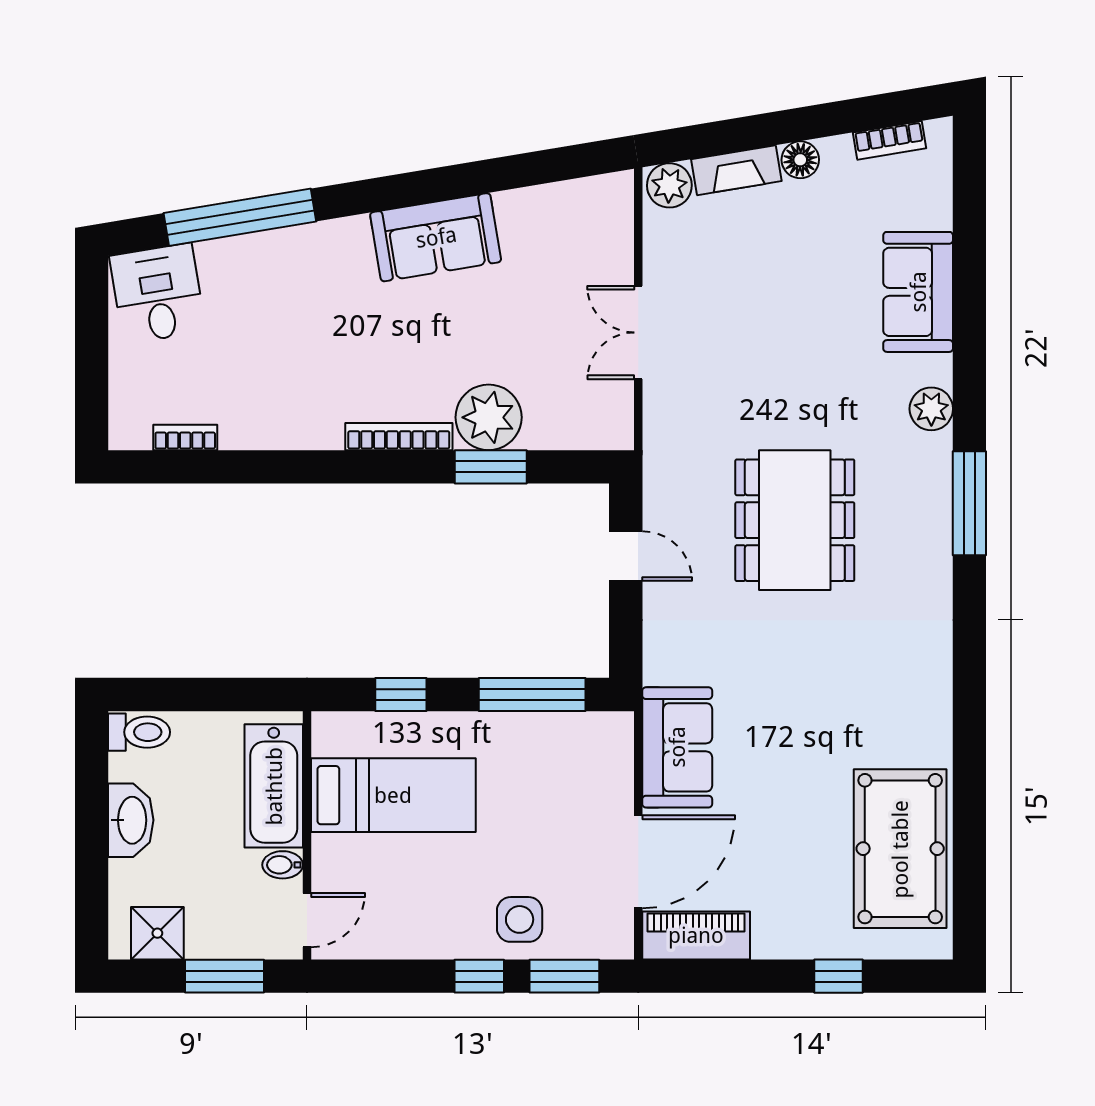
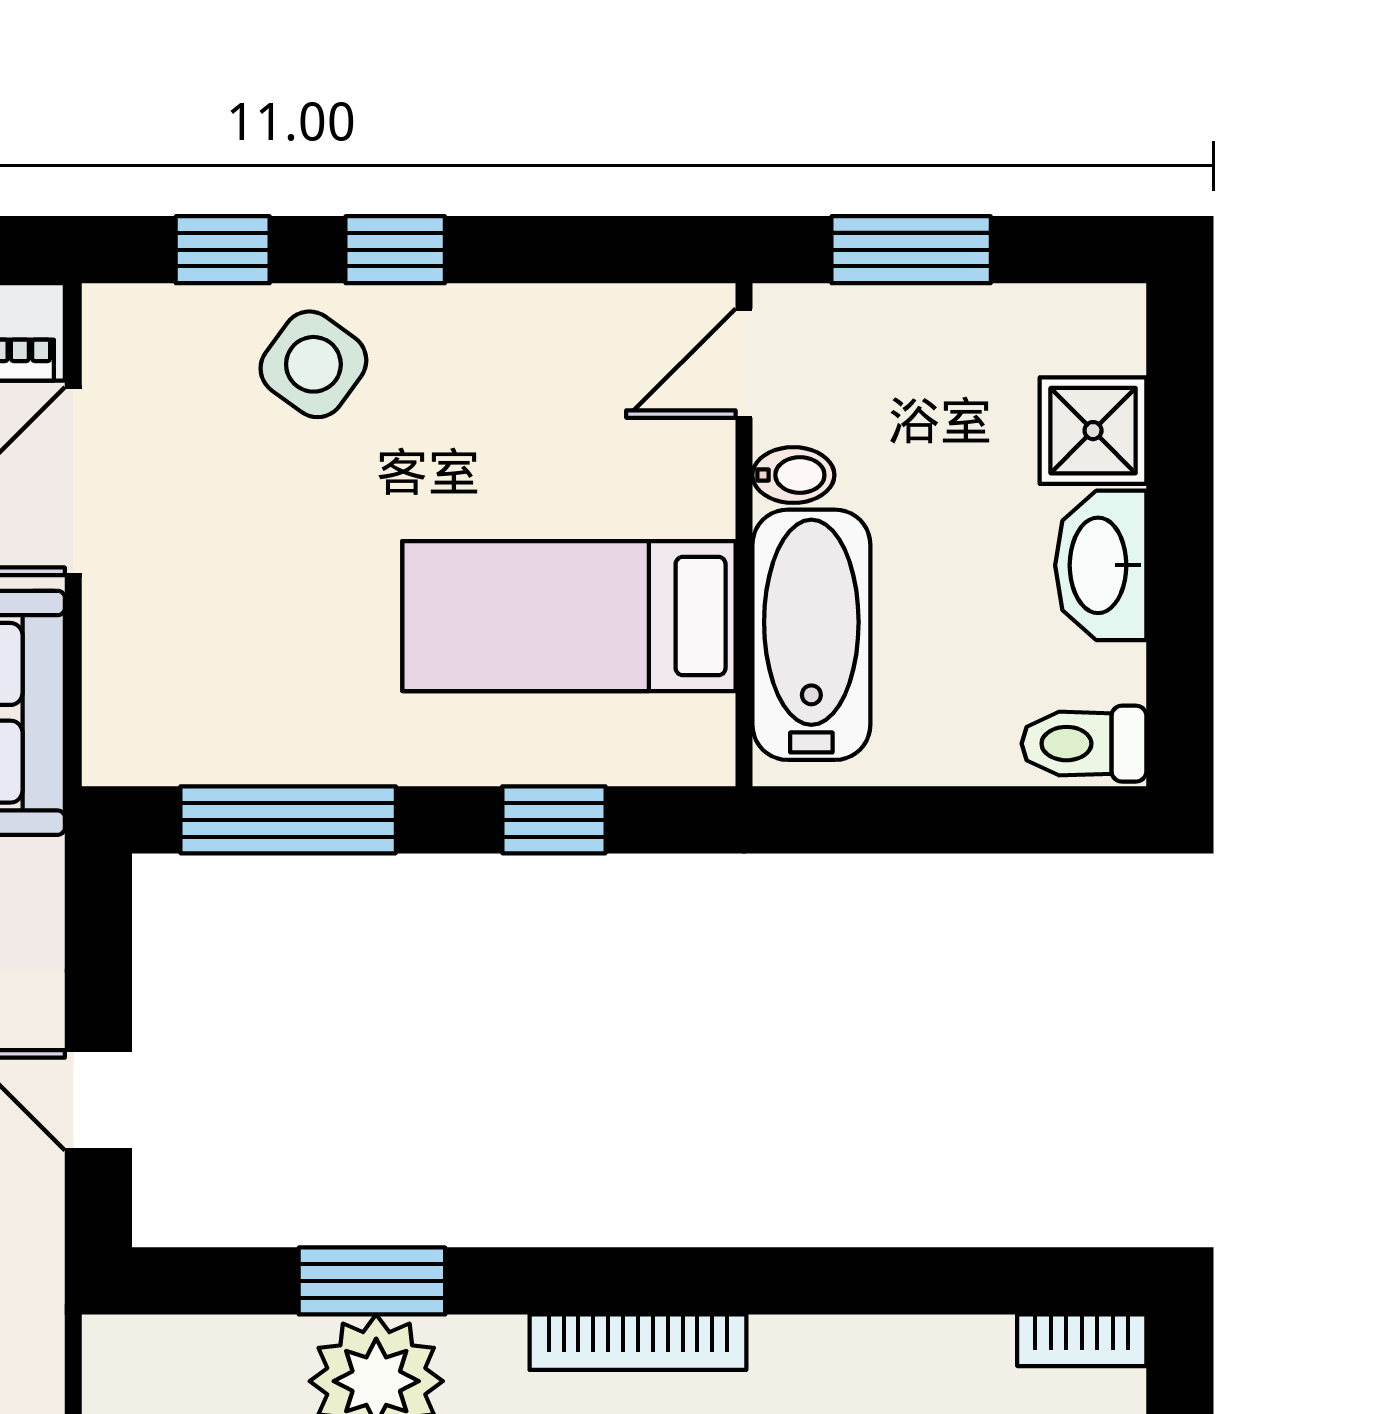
bookcase: (399, 437) -> (638, 1342), moved
bookcase: (185, 438) -> (1082, 1340), moved
side table: (520, 919) -> (313, 364), turned 36
shower: (157, 933) -> (1093, 431), moved
window: (564, 976) -> (223, 250), width x0.67

